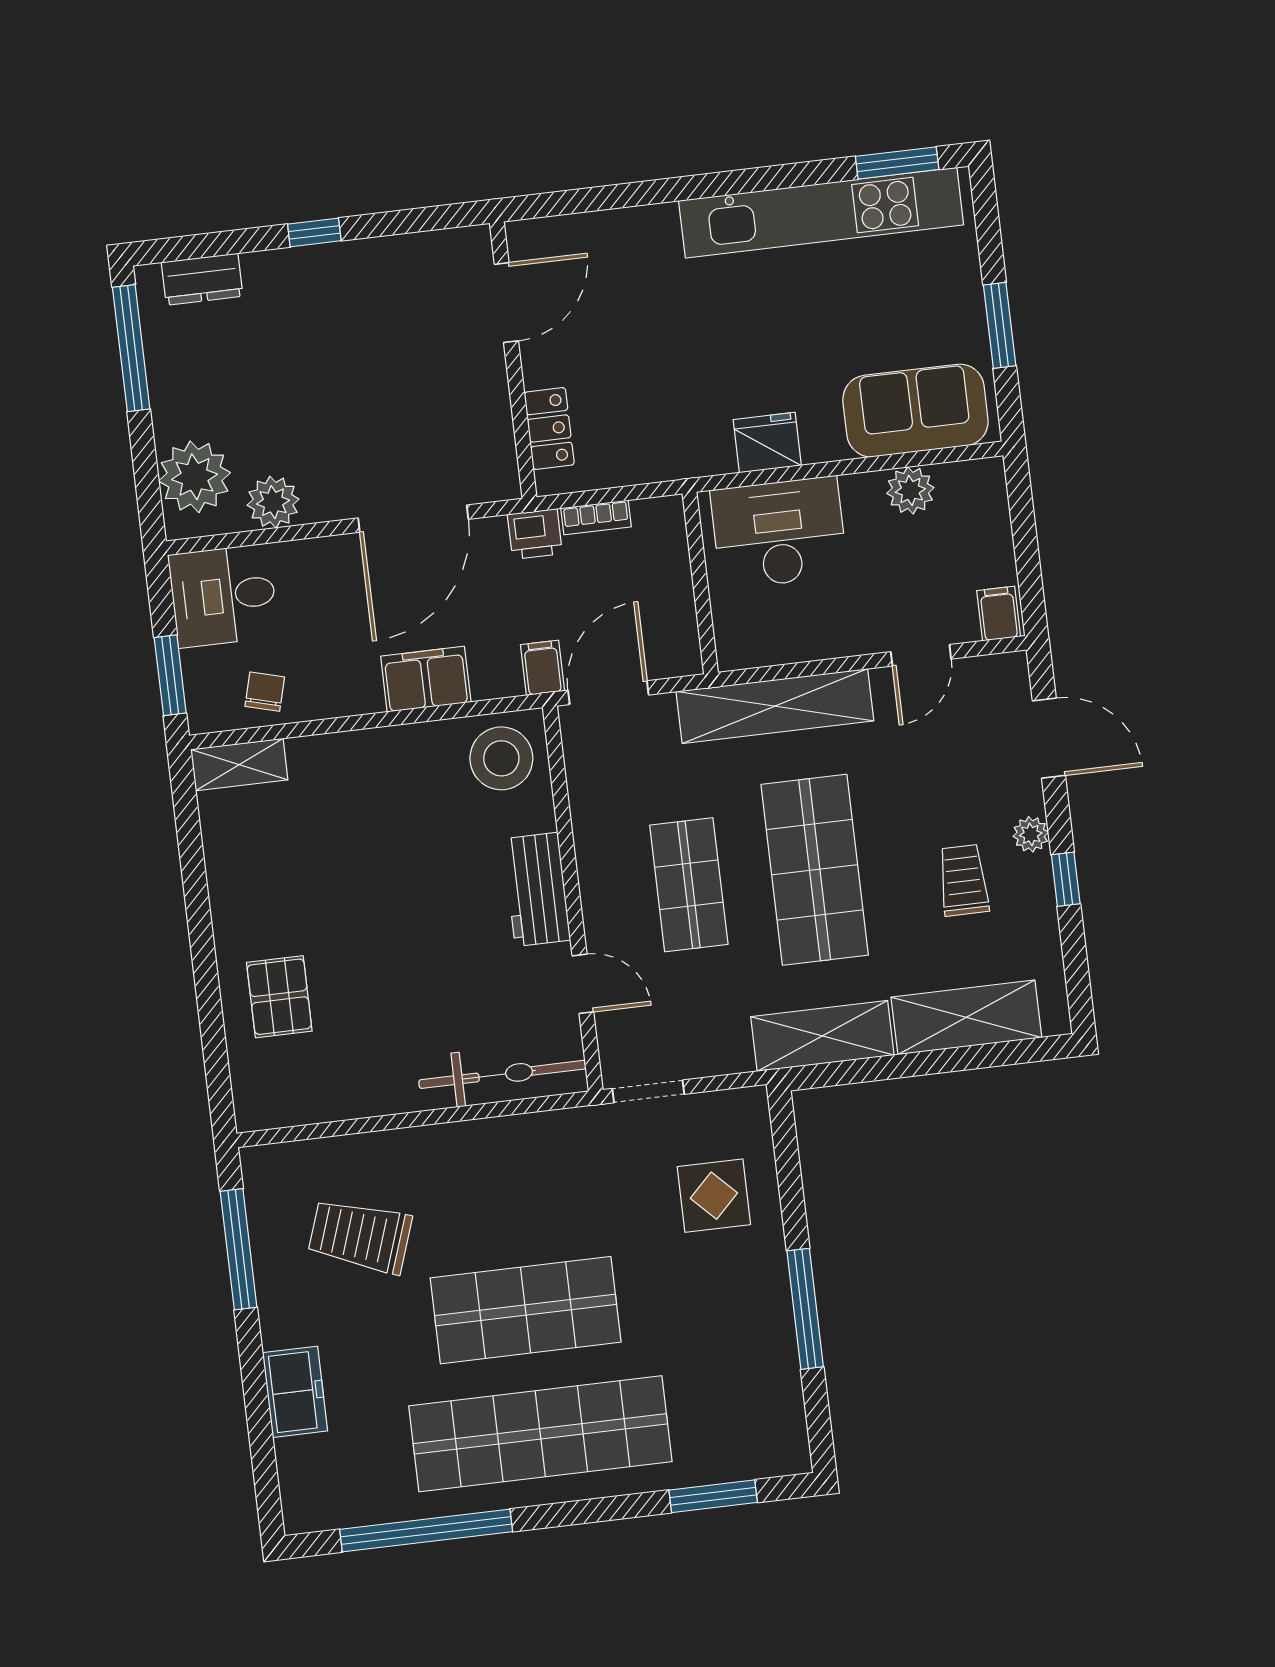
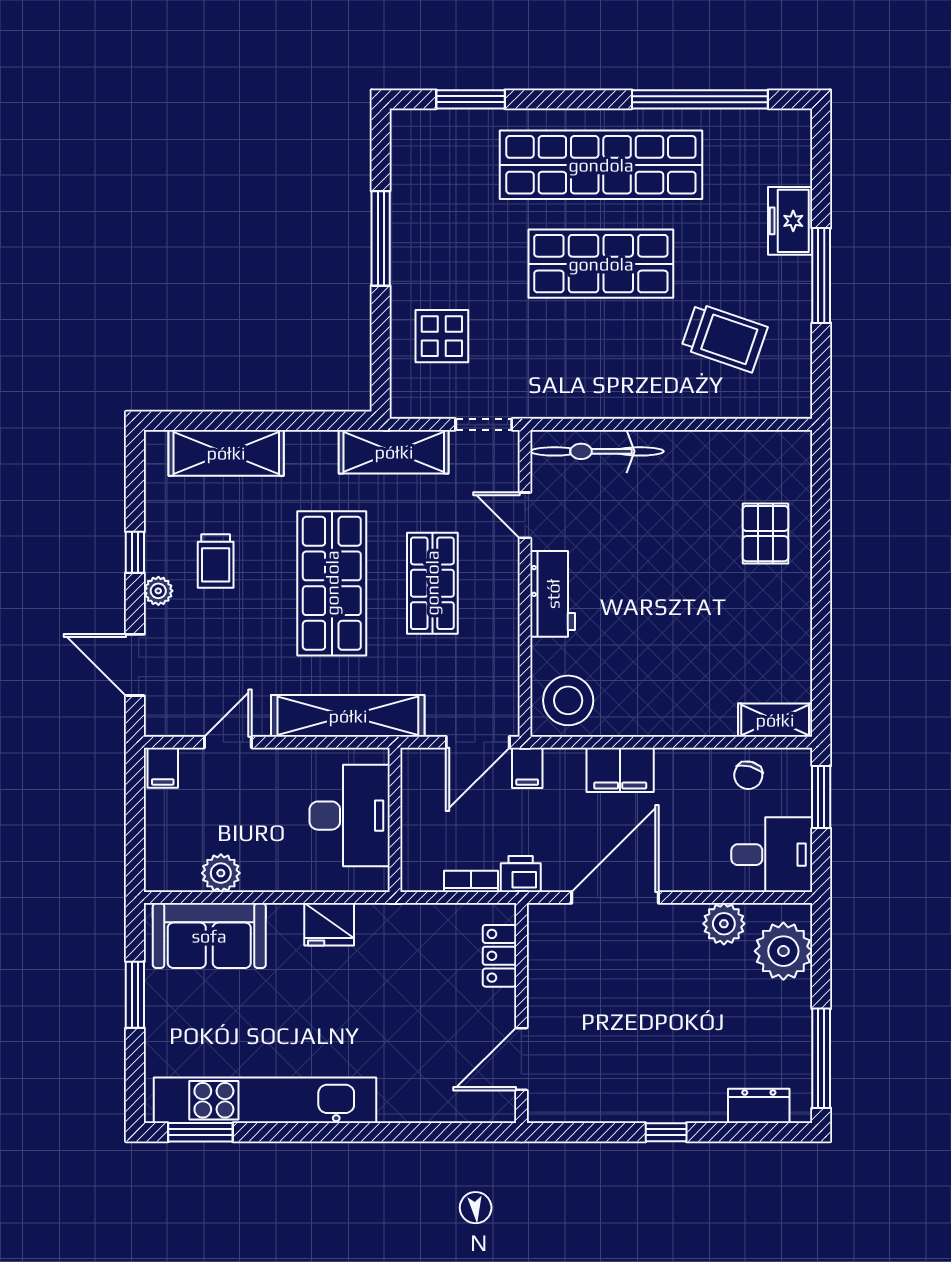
desk: (779, 533) -> (350, 816), moved, turned -90
shelving: (822, 1036) -> (394, 452), moved
window: (239, 1249) -> (821, 276), moved

